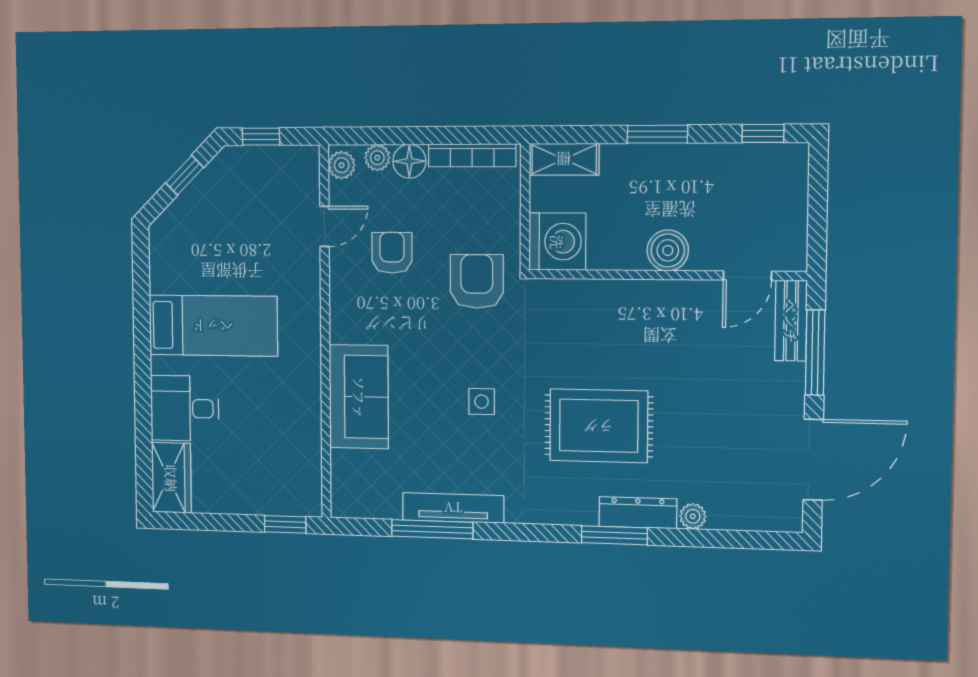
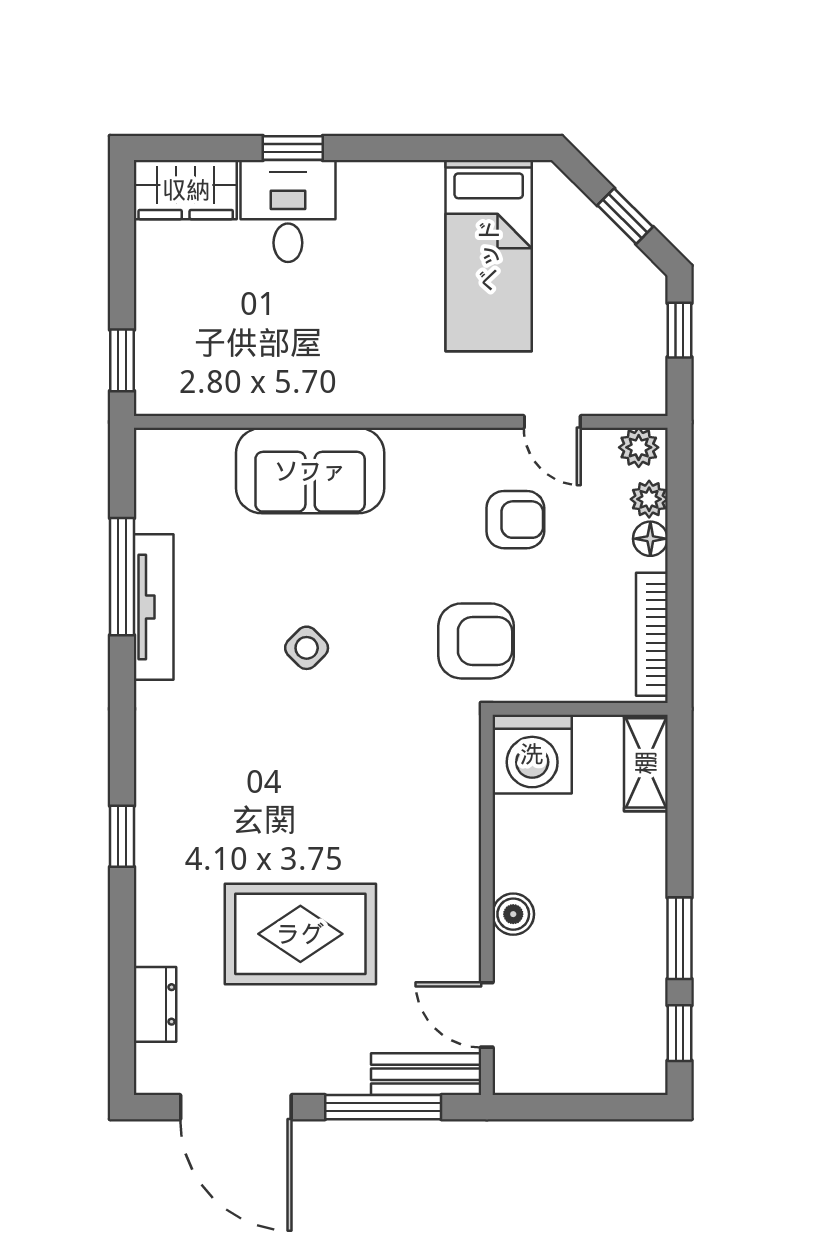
window: (657, 134) -> (679, 938), moved
floor lamp: (409, 161) -> (650, 539), width x0.73, depth x0.73
boiler: (668, 250) -> (513, 914), width x0.73, depth x0.73
bed: (213, 326) -> (489, 256), moved
side table: (482, 402) -> (307, 648), turned 45
window: (143, 404) -> (293, 148), added
rug: (599, 426) -> (300, 934), moved, turned 90
dresser: (638, 513) -> (155, 1004), moved, width x0.70
plant: (693, 516) -> (152, 945), removed
window: (614, 535) -> (122, 836), width x0.67

